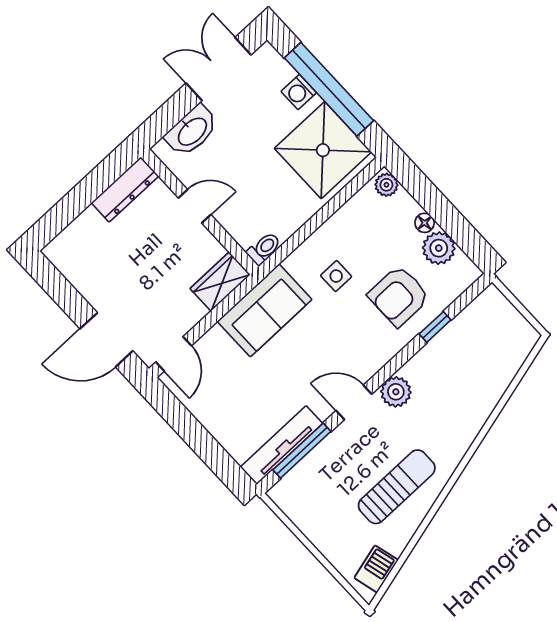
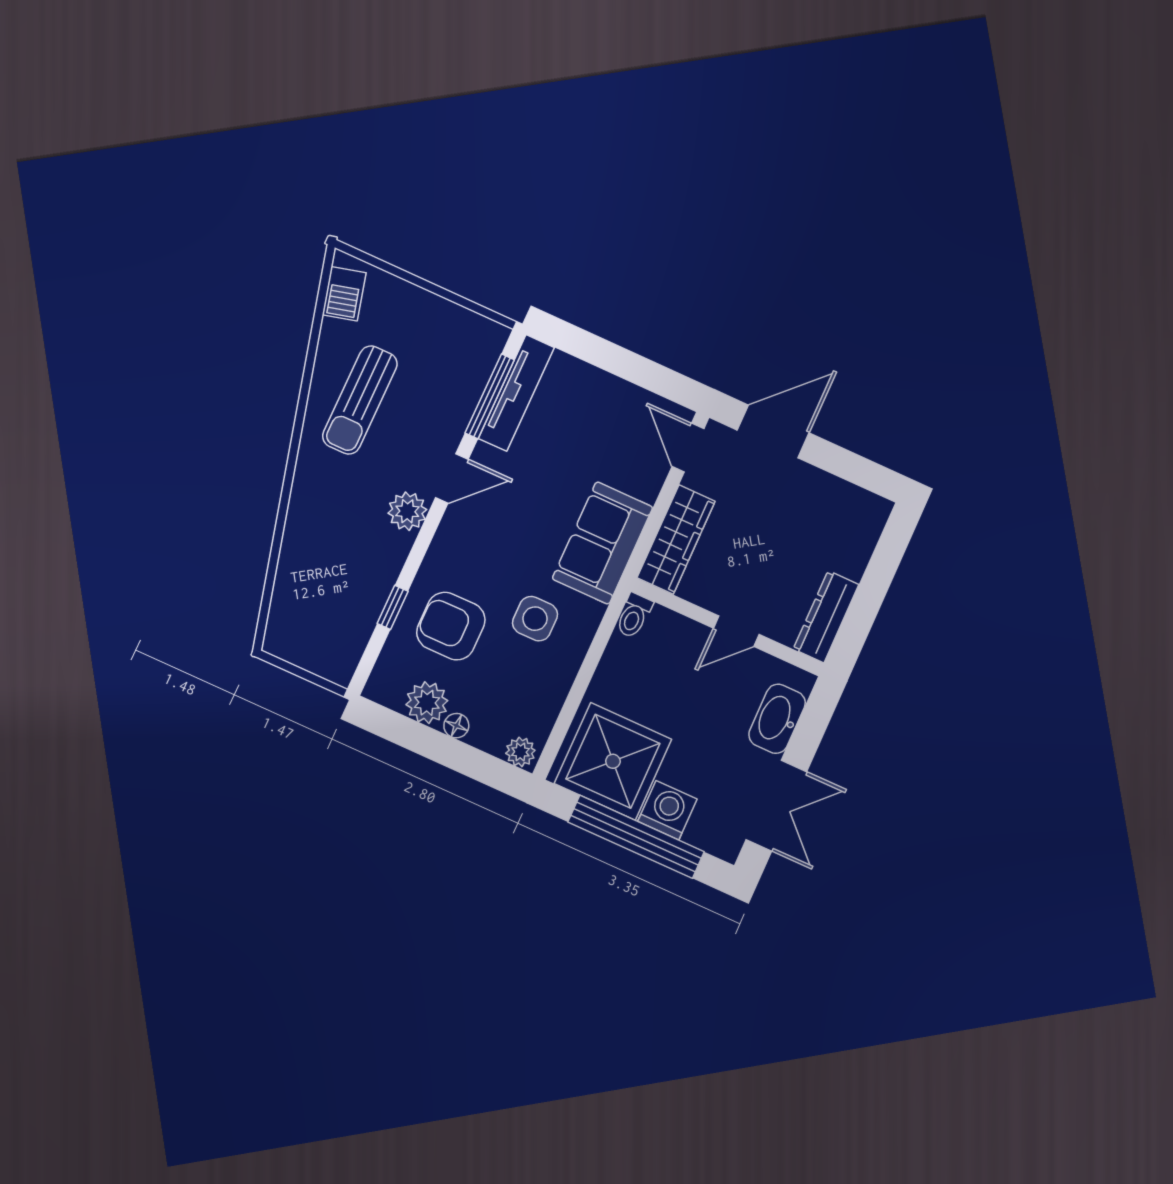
washing machine: (299, 92) -> (667, 810), width x1.38, depth x1.38
side table: (336, 276) -> (535, 619), width x1.37, depth x1.37
wardrobe: (220, 282) -> (676, 539), width x1.50
armchair: (399, 296) -> (451, 626), turned -90

